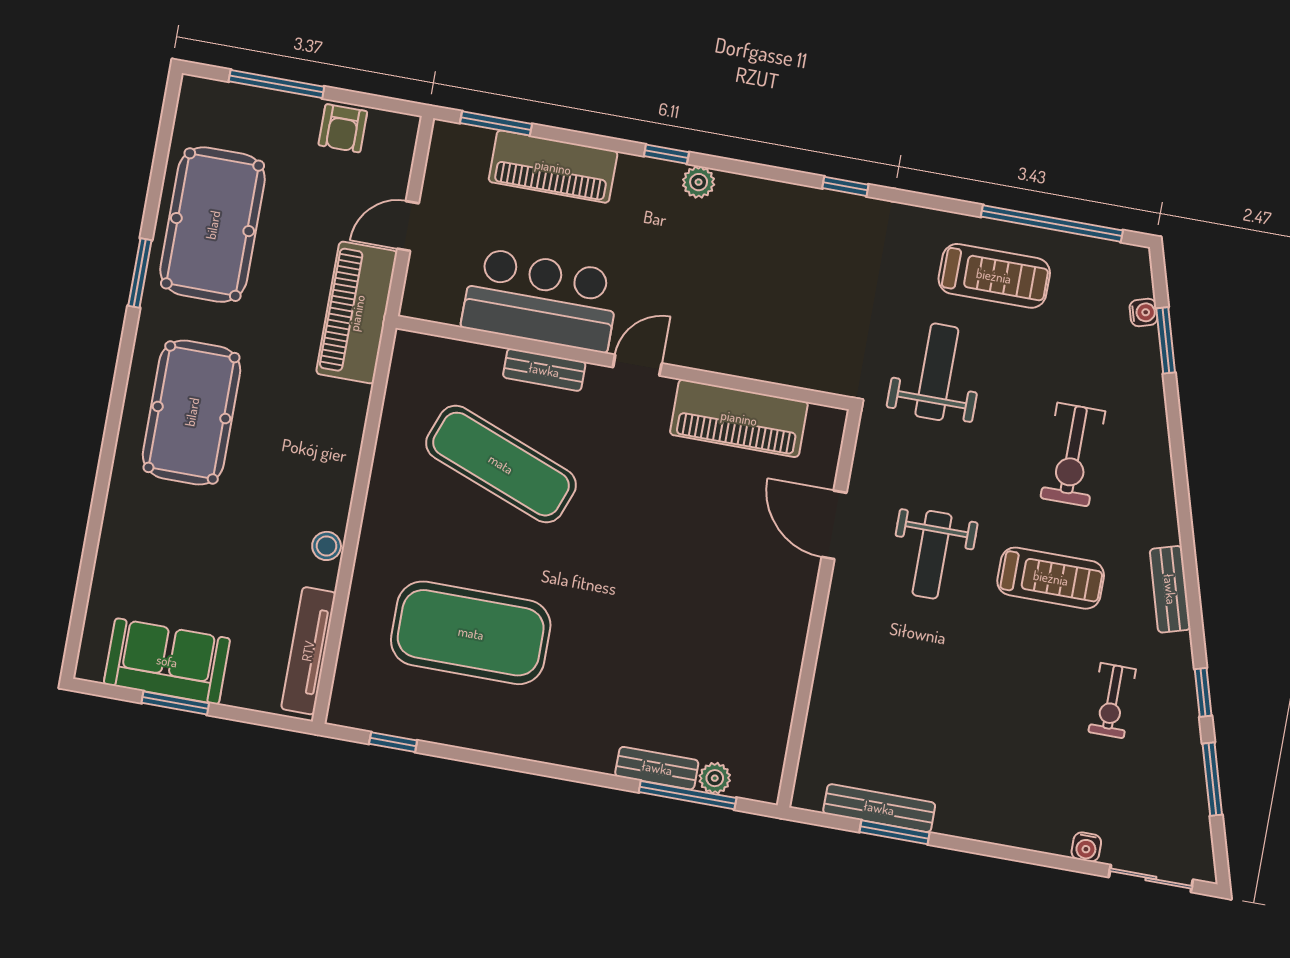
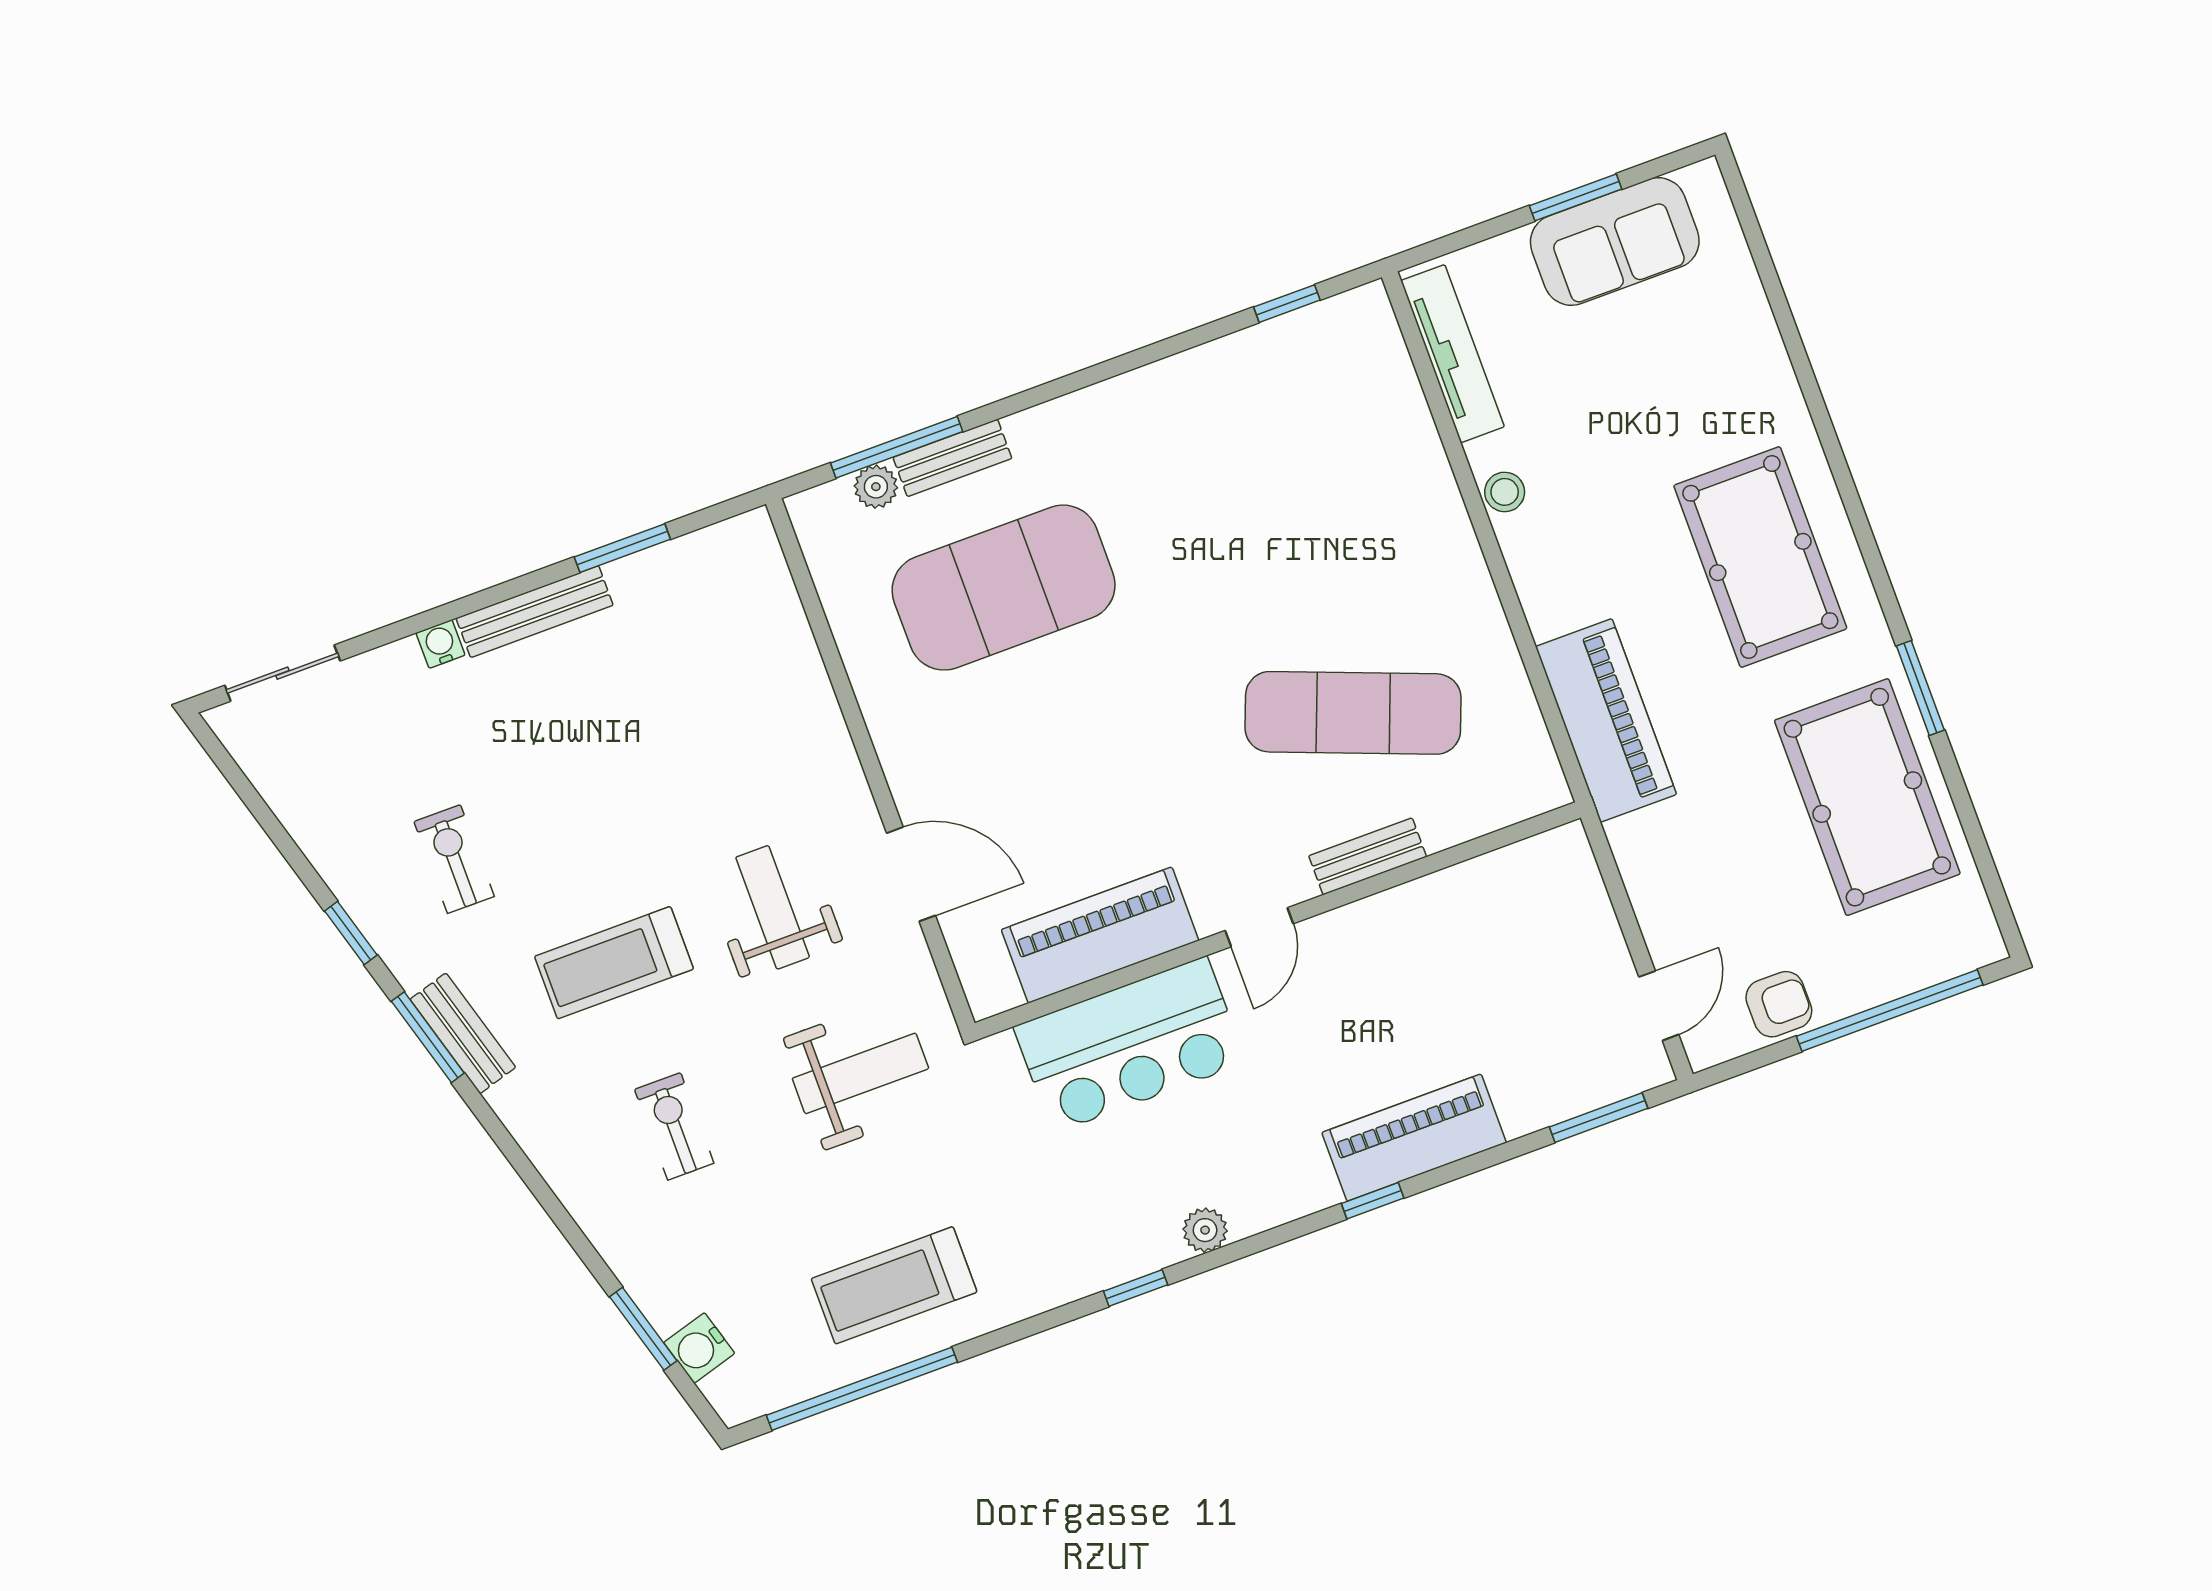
window: (276, 84) -> (1890, 1011), width x1.46
armchair: (343, 128) -> (1779, 1004), turned 90
piano: (553, 167) -> (1414, 1138), moved
plant: (699, 182) -> (1205, 1230), moved
door: (408, 226) -> (1659, 1006), moved
bar counter: (541, 300) -> (1130, 1045), moved
piano: (357, 313) -> (1606, 720), moved
water cooler: (1144, 313) -> (699, 1348), width x1.38, depth x1.38
weight bench: (937, 372) -> (860, 1073), moved, turned -90
exercise bike: (1073, 455) -> (674, 1126), width x0.73, depth x0.72
exercise mat: (471, 633) -> (1004, 588), moved
window: (1212, 779) -> (428, 1037), moved
bench: (879, 808) -> (535, 612), moved
water cooler: (1086, 847) -> (441, 644), moved

